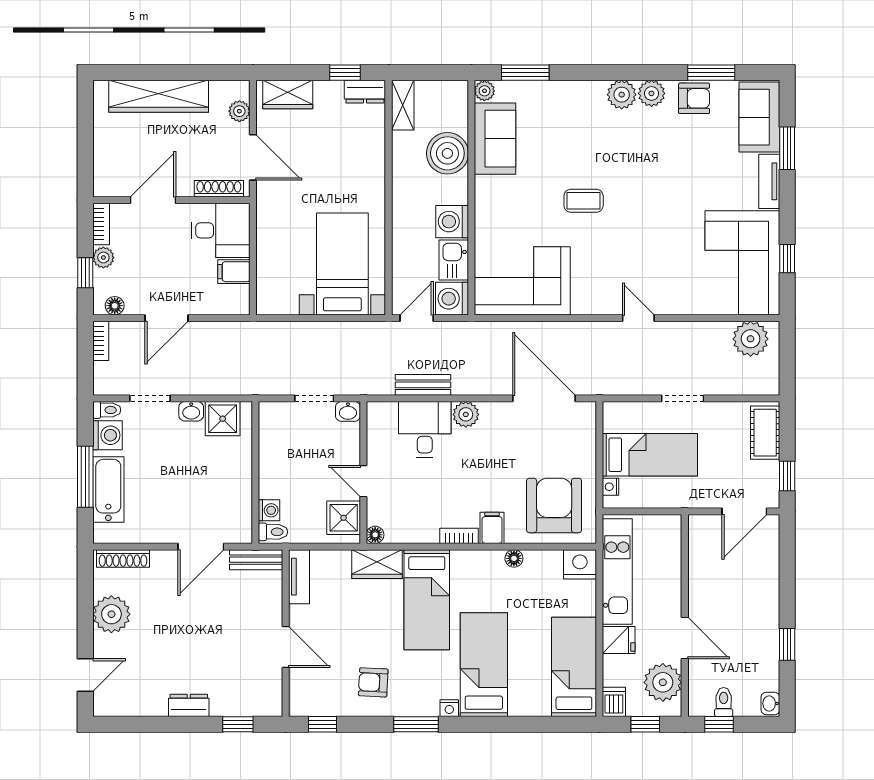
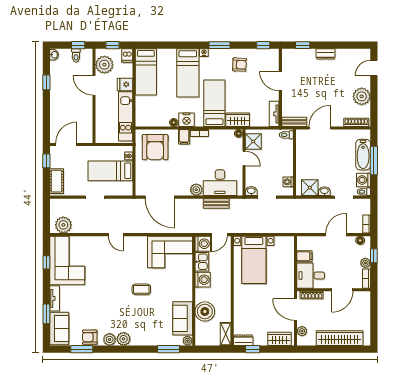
desk: (425, 429) -> (220, 183), width x1.37
washing machine: (269, 510) -> (288, 182), moved
nightstand: (580, 564) -> (187, 120), moved

